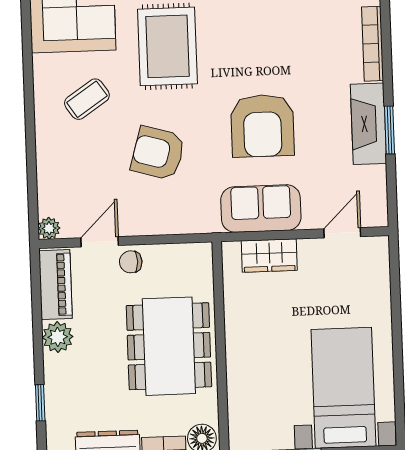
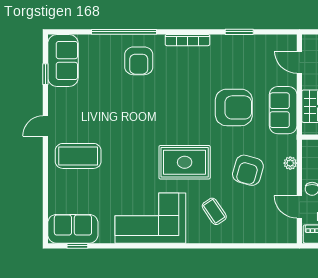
fireplace: (368, 124) -> (235, 44), removed
plant: (49, 228) -> (290, 163), moved

